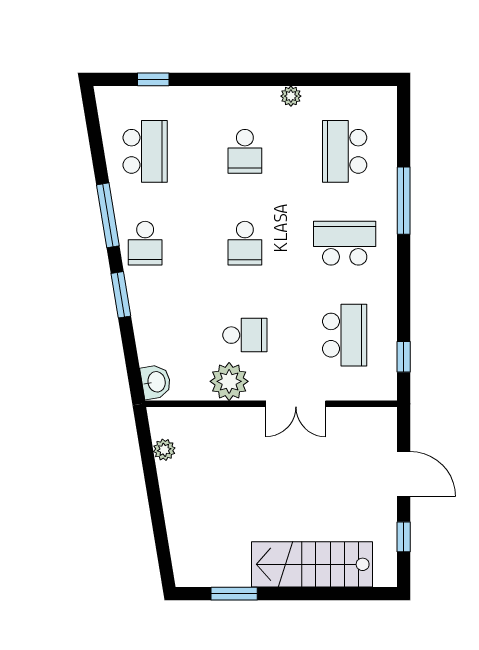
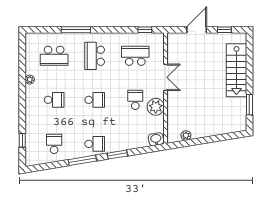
school desk: (145, 151) -> (54, 144), width x0.54

